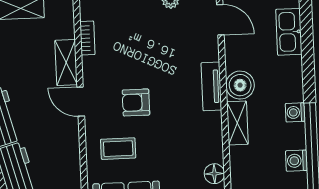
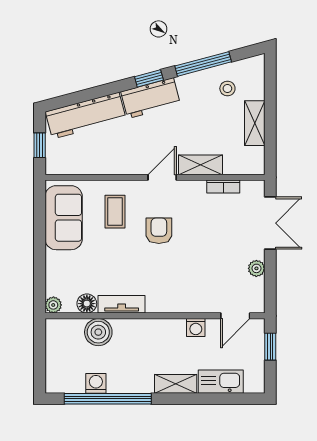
boiler: (240, 85) -> (98, 332), moved
tv unit: (211, 86) -> (122, 304), moved
washing machine: (295, 112) -> (196, 328), moved, turned 180
shelving: (237, 123) -> (176, 384), moved

